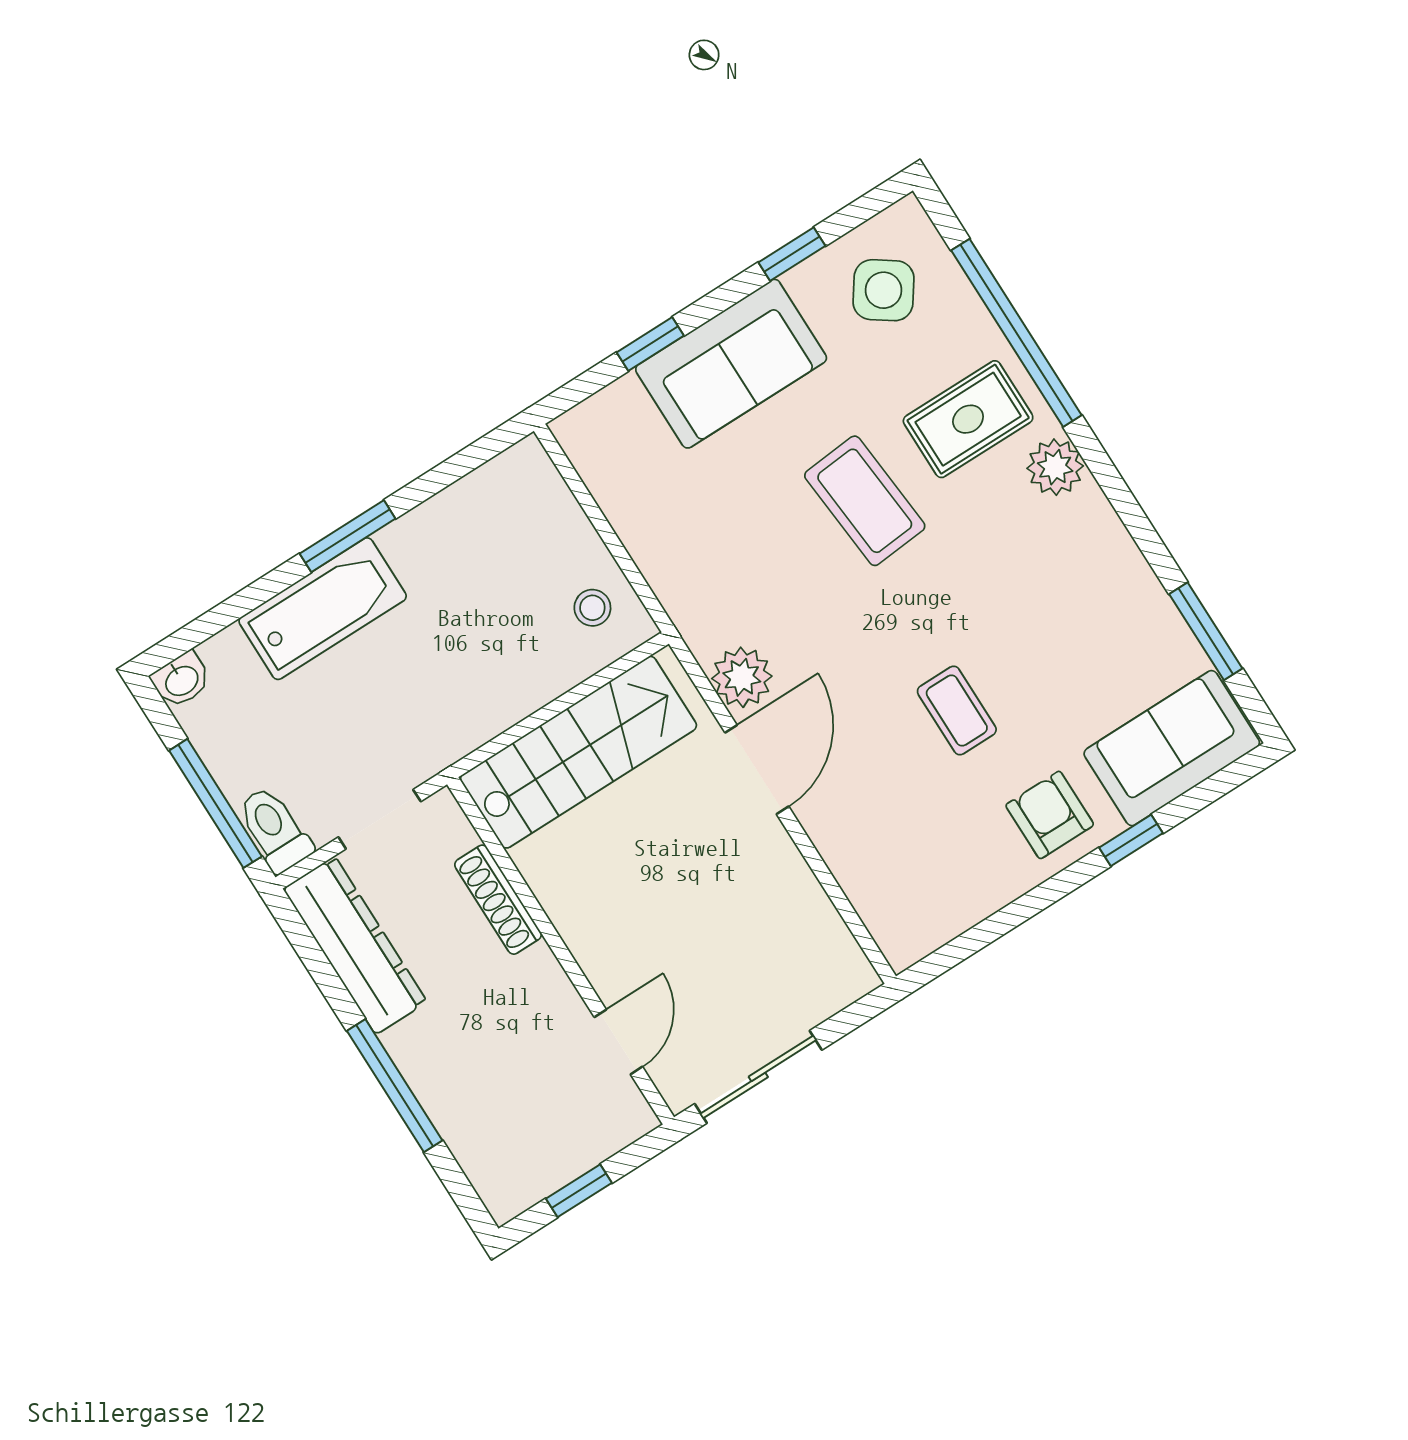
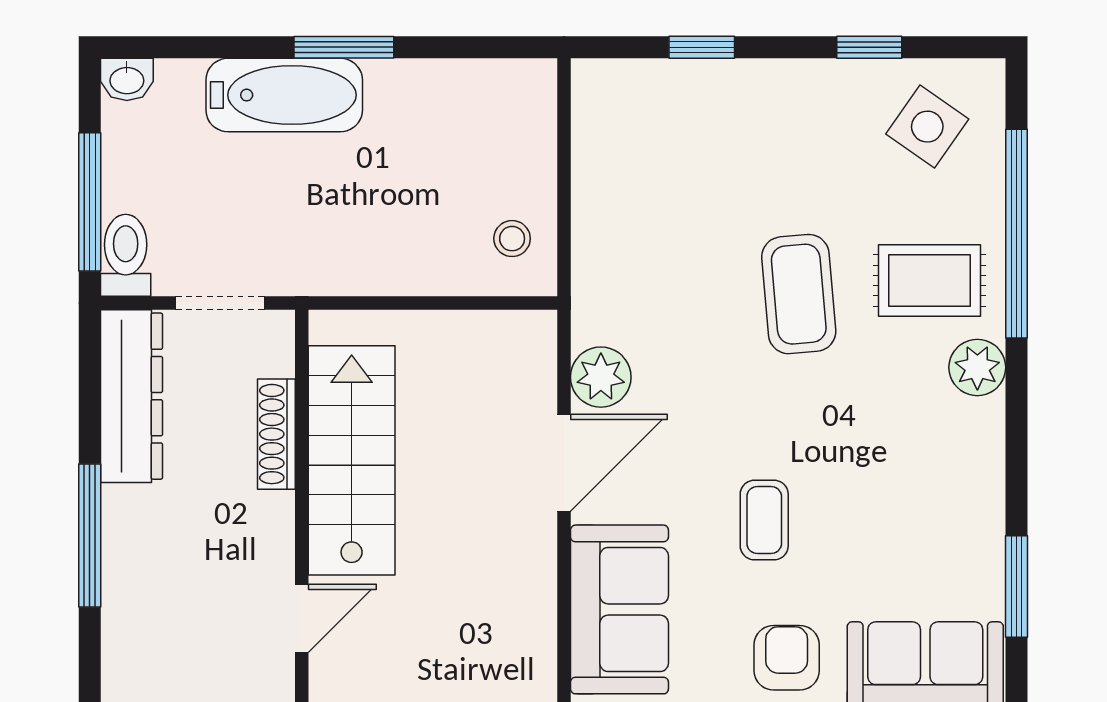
sofa: (731, 364) -> (619, 609), moved, turned -90
stairs: (578, 752) -> (352, 460), moved, turned -90

